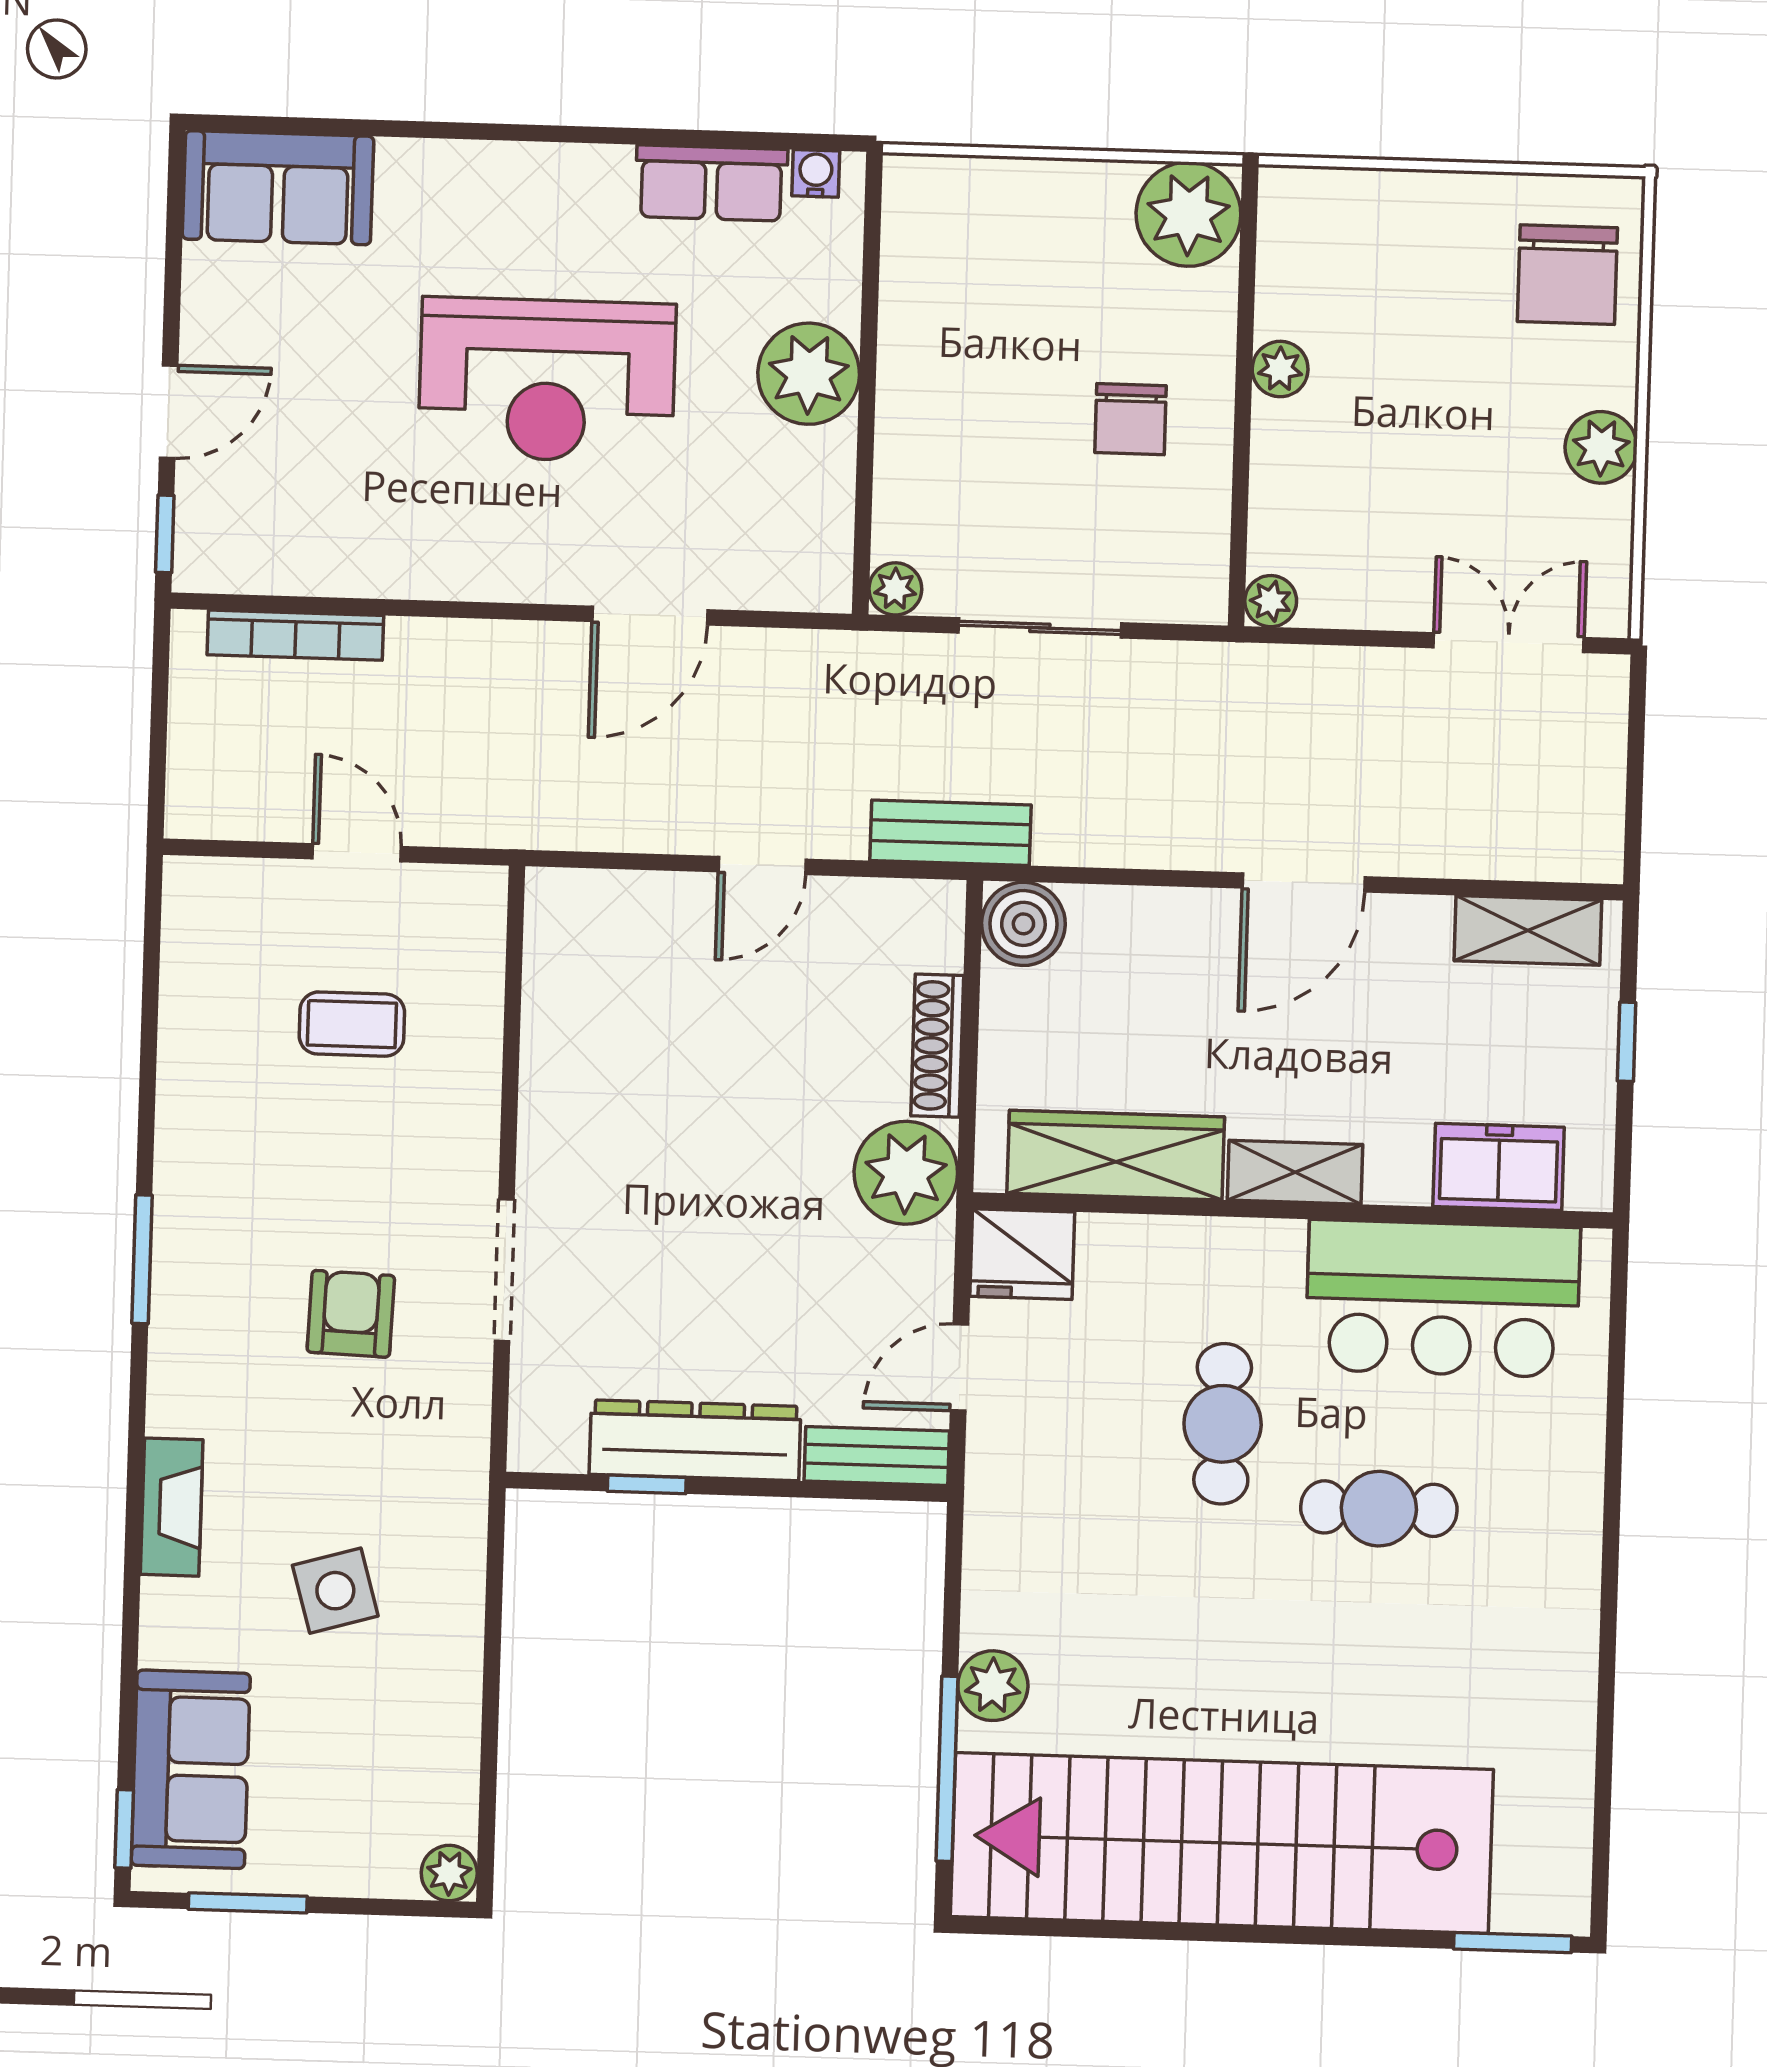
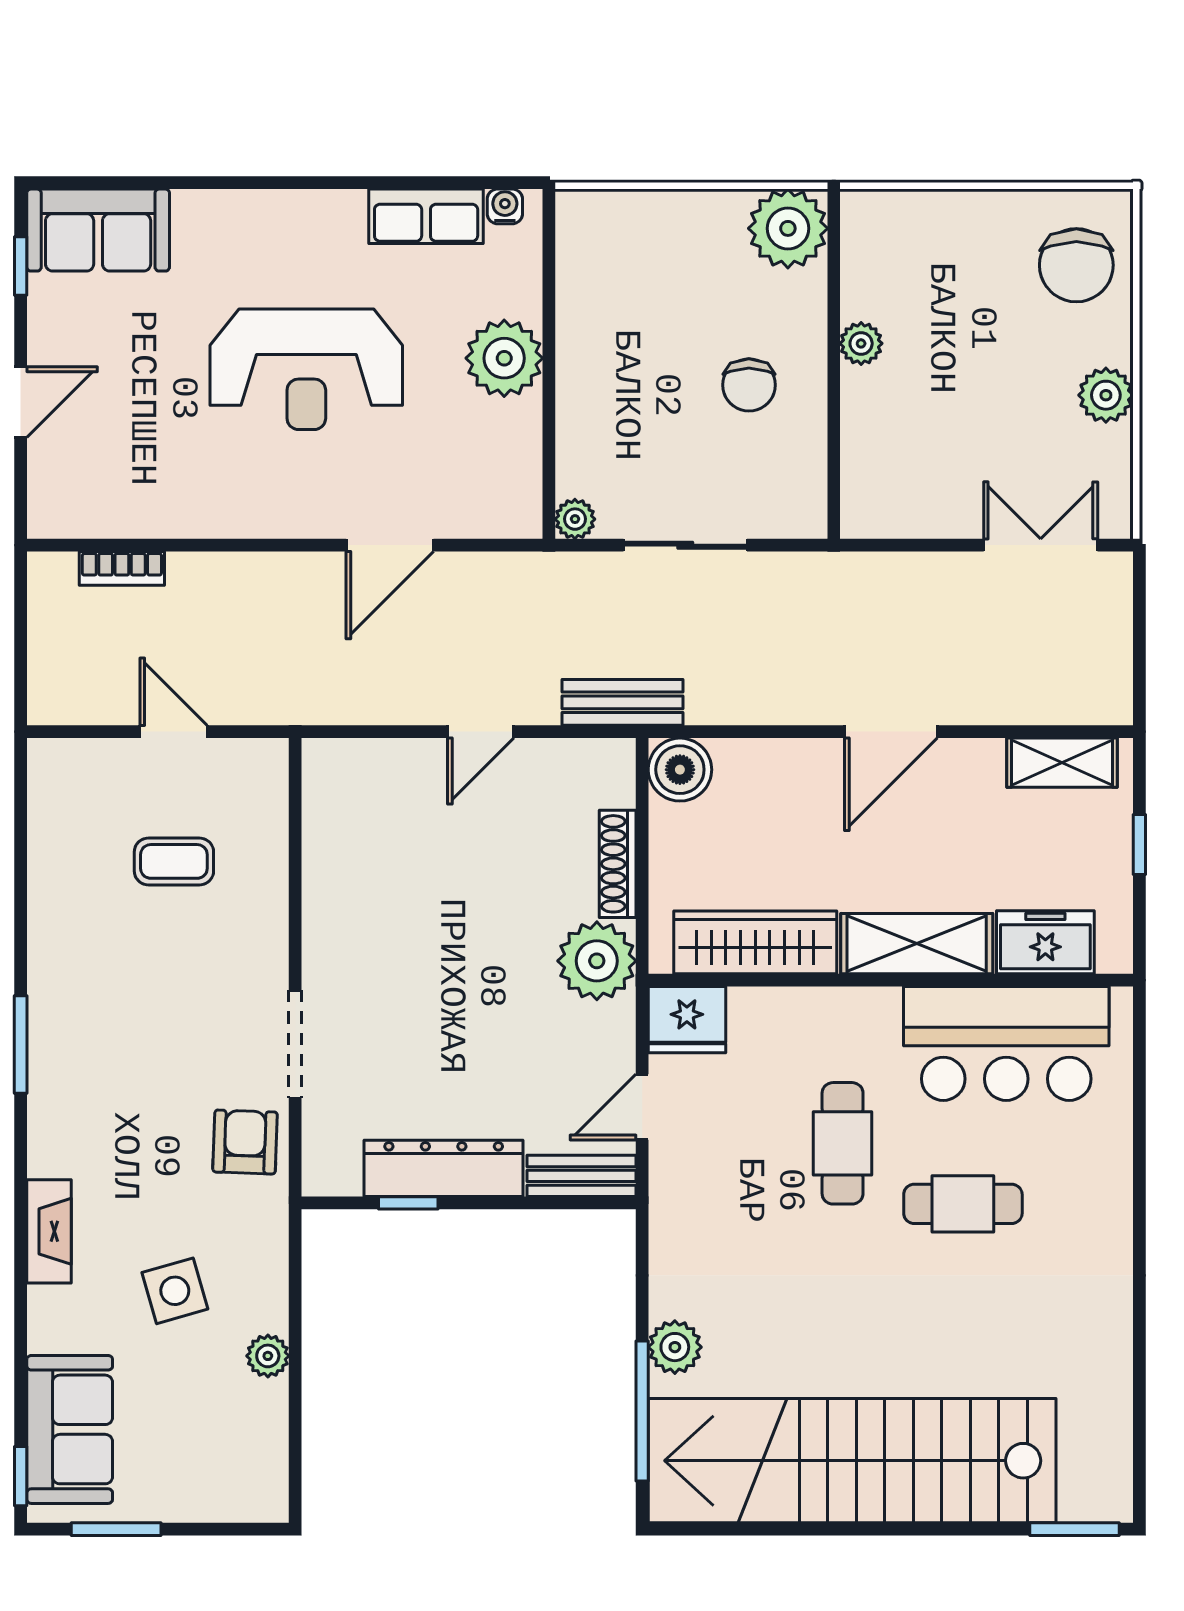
window: (165, 534) -> (21, 266), moved
plant: (1271, 601) -> (859, 519), removed
bookcase: (295, 635) -> (122, 568), width x0.64
shelving: (1295, 1172) -> (917, 944), width x1.50, depth x1.33
armchair: (351, 1314) -> (245, 1142), moved
plant: (449, 1873) -> (268, 1356), moved

